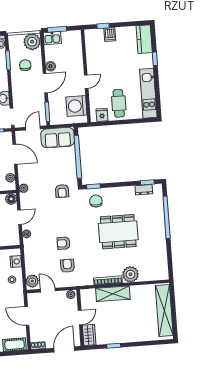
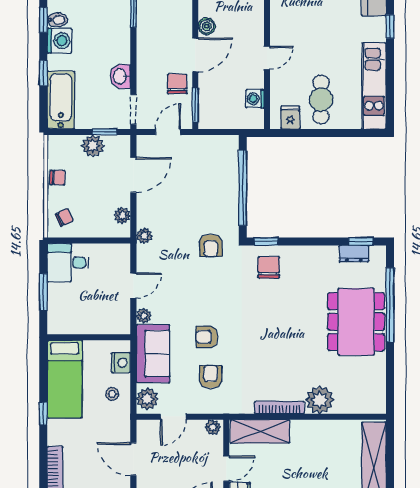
chair: (25, 65) -> (177, 84), moved
washing machine: (76, 106) -> (255, 99), width x0.53, depth x0.53
sofa: (58, 138) -> (153, 354), moved, turned -90
door: (15, 154) -> (133, 175), hinge flipped
floor lamp: (11, 199) -> (121, 253), removed
dining table: (118, 232) -> (356, 322), moved, turned 90
door: (48, 290) -> (173, 417), swing flipped
shelving: (113, 294) -> (260, 431), moved

